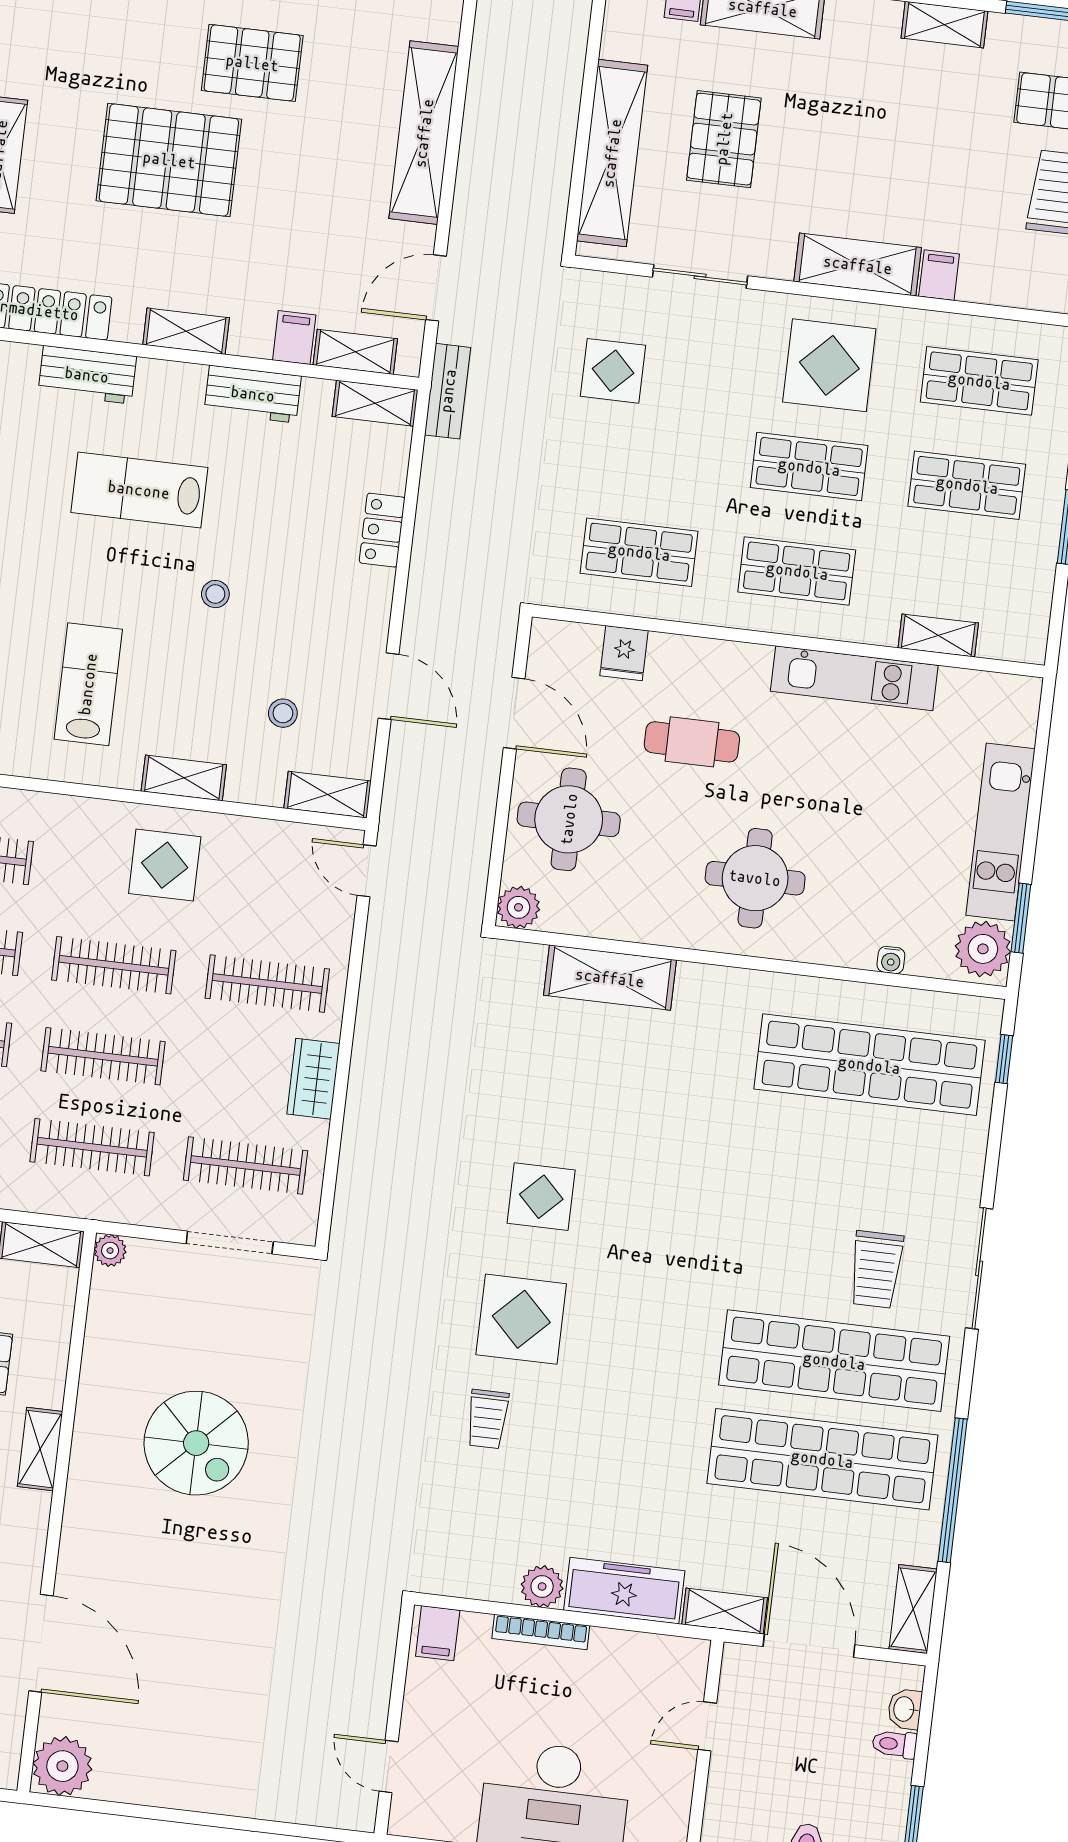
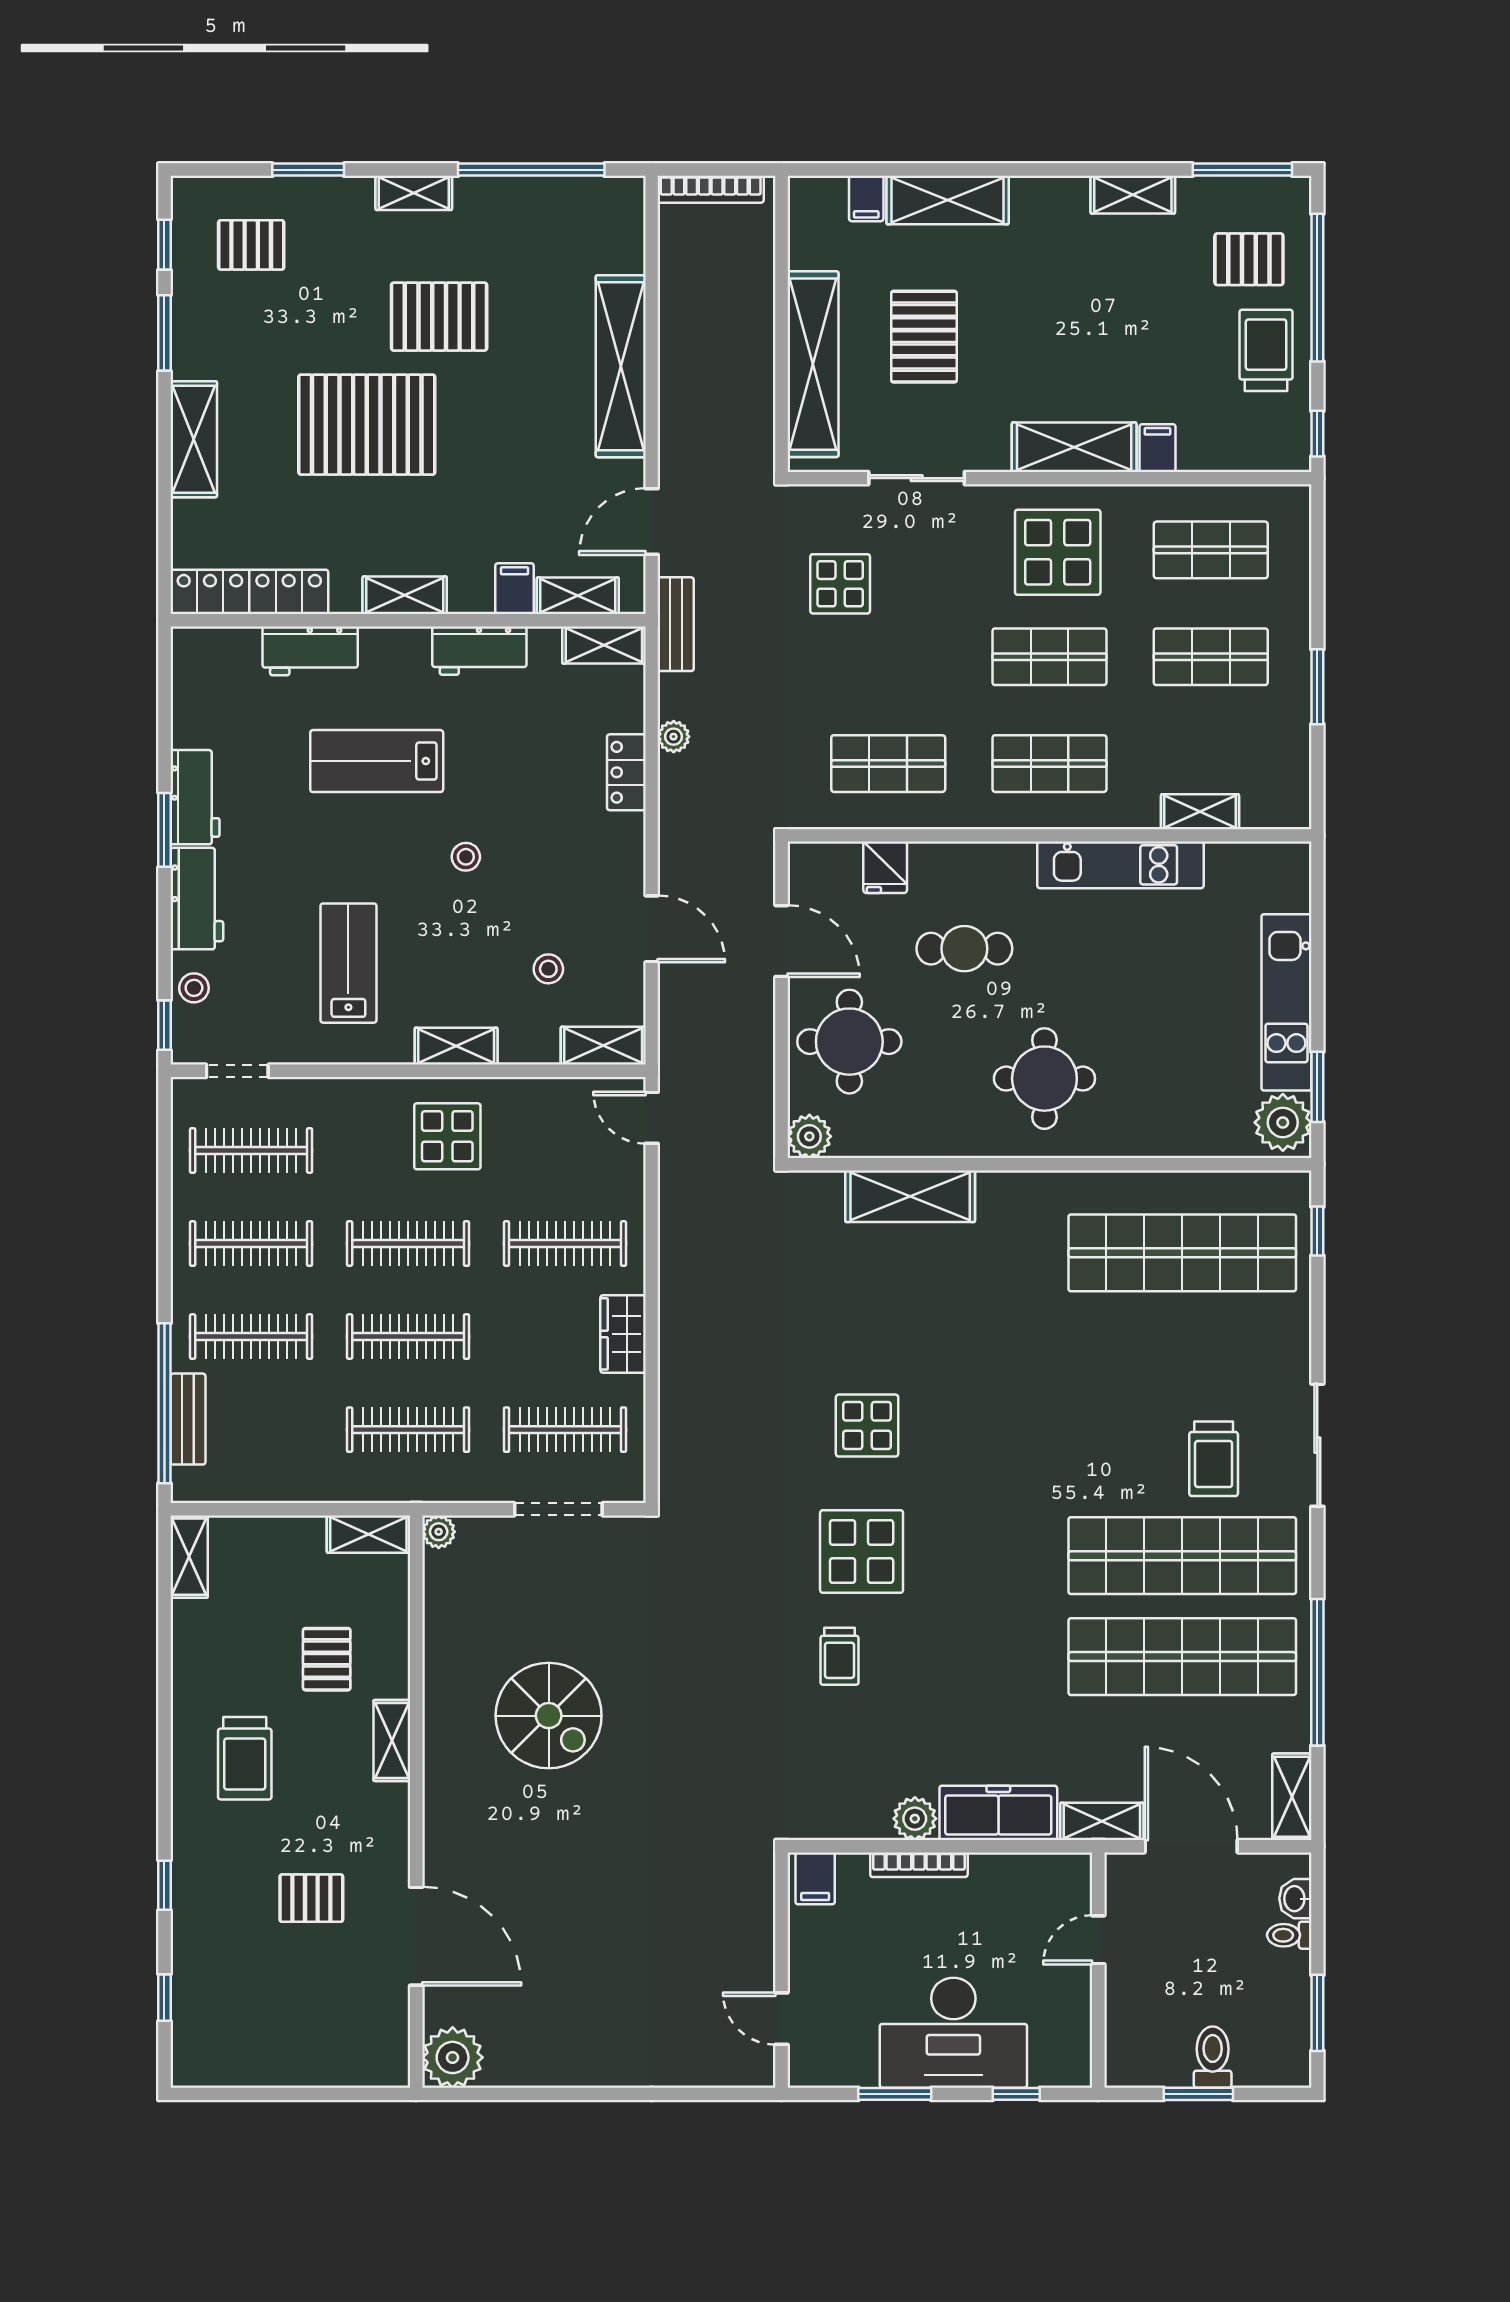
plant: (432, 501) -> (674, 737), added
water cooler: (891, 960) -> (1191, 1145), removed

